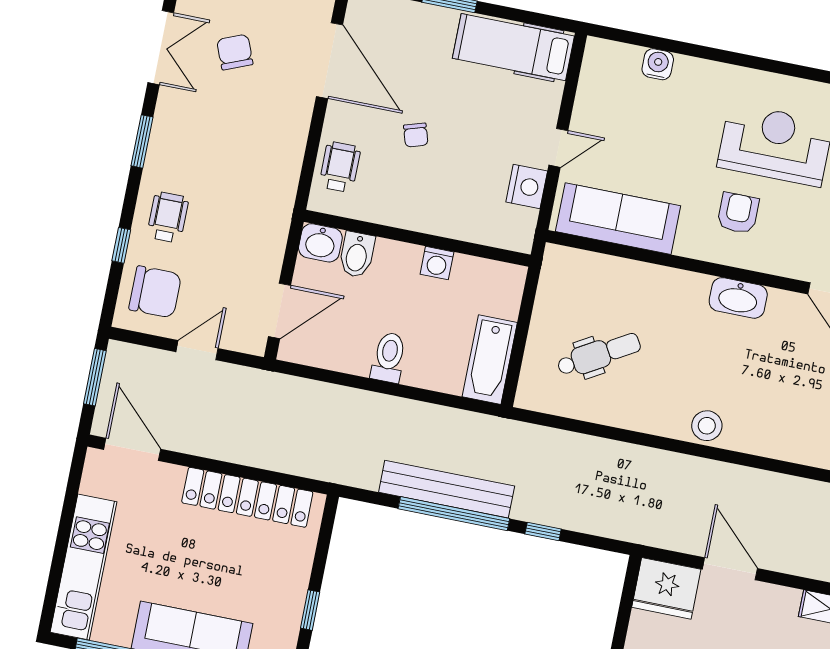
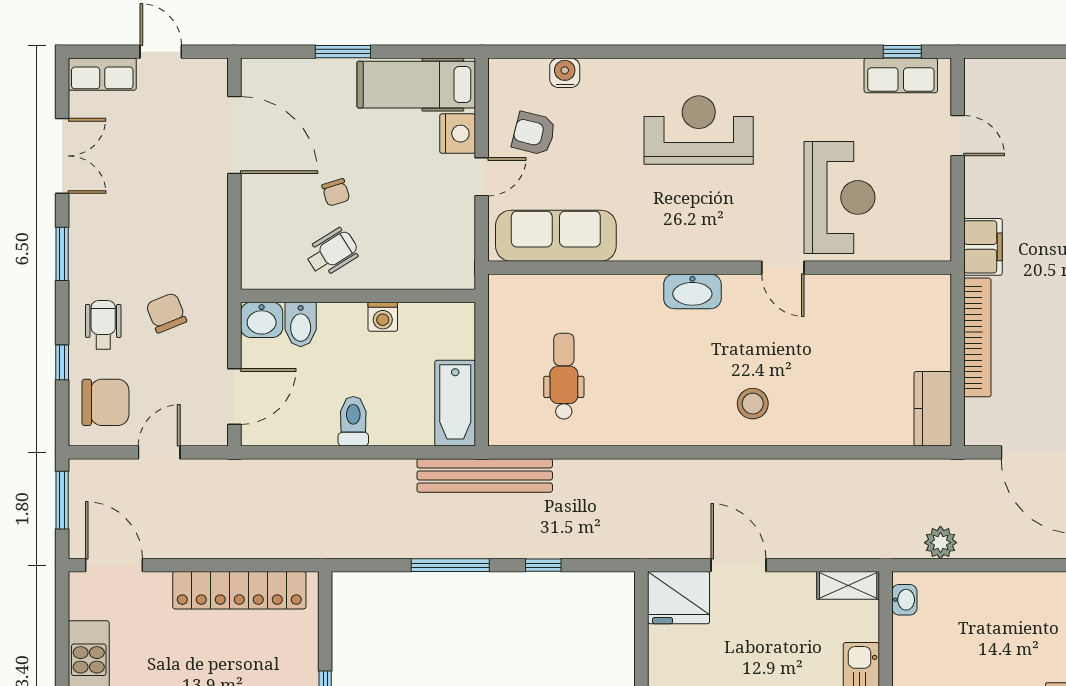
chair: (235, 52) -> (166, 313), moved
wheelchair: (340, 167) -> (332, 252), moved, turned 58
nightstand: (527, 187) -> (458, 134), moved
armchair: (738, 213) -> (534, 133), moved, turned -76
dental chair: (599, 354) -> (564, 376), turned -60
stool: (707, 426) -> (753, 404), moved
bench: (447, 489) -> (485, 475), moved
window: (454, 514) -> (450, 565), width x0.68

